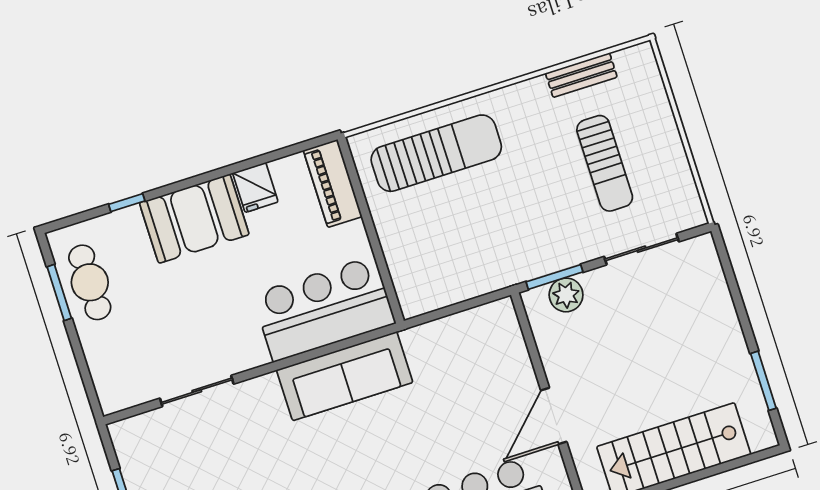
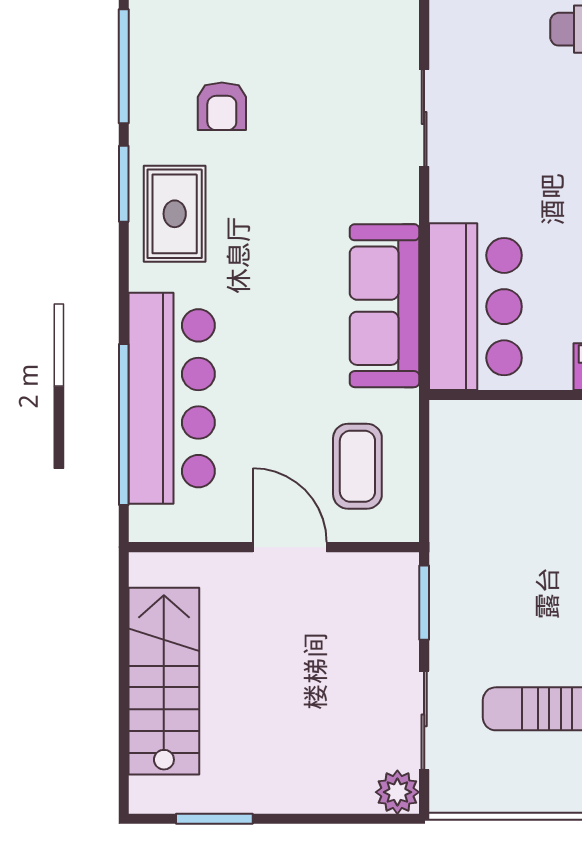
plant: (566, 295) -> (397, 792), moved
coffee table: (470, 358) -> (357, 466), added
door: (554, 416) -> (290, 547), moved

